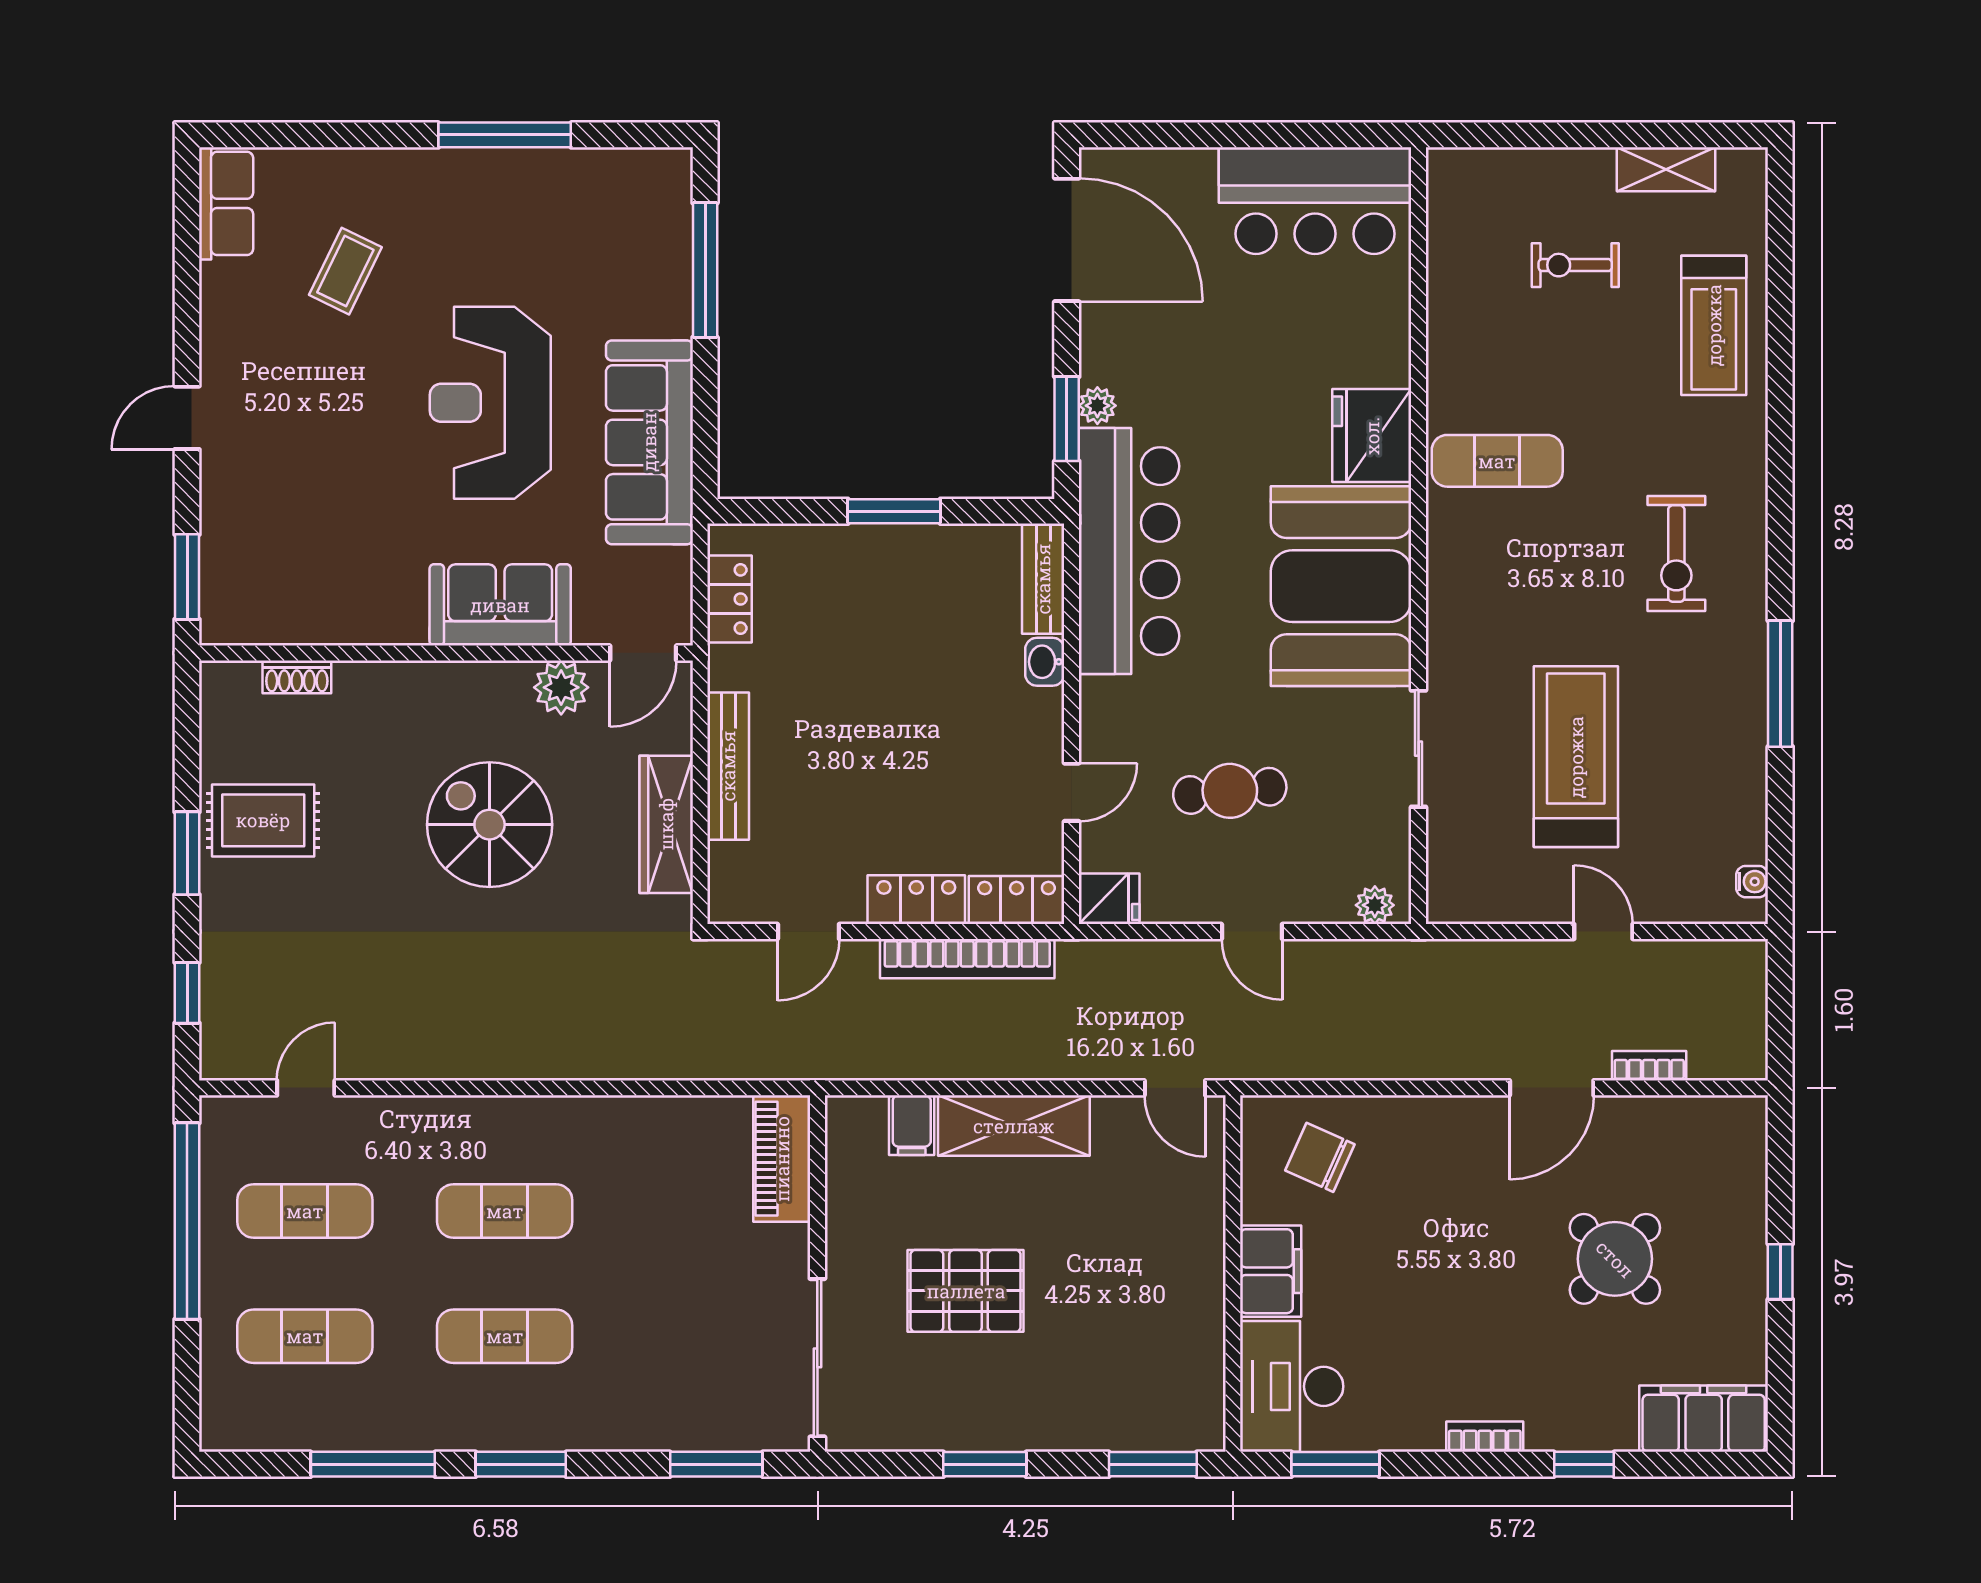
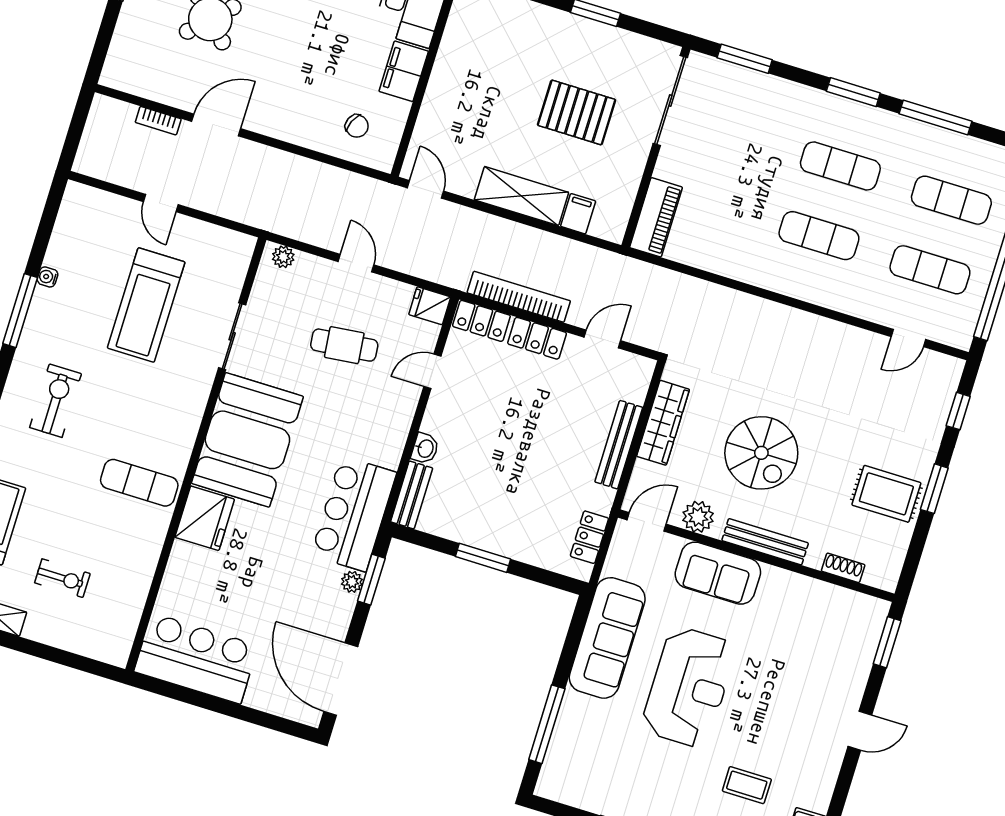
coffee table: (345, 271) -> (747, 785), turned 64
bar counter: (1129, 551) -> (354, 514), width x0.73
bench: (438, 680) -> (765, 542), added
water cooler: (1752, 882) -> (48, 277), moved
chair: (1320, 1157) -> (357, 126), width x0.73, depth x0.73

